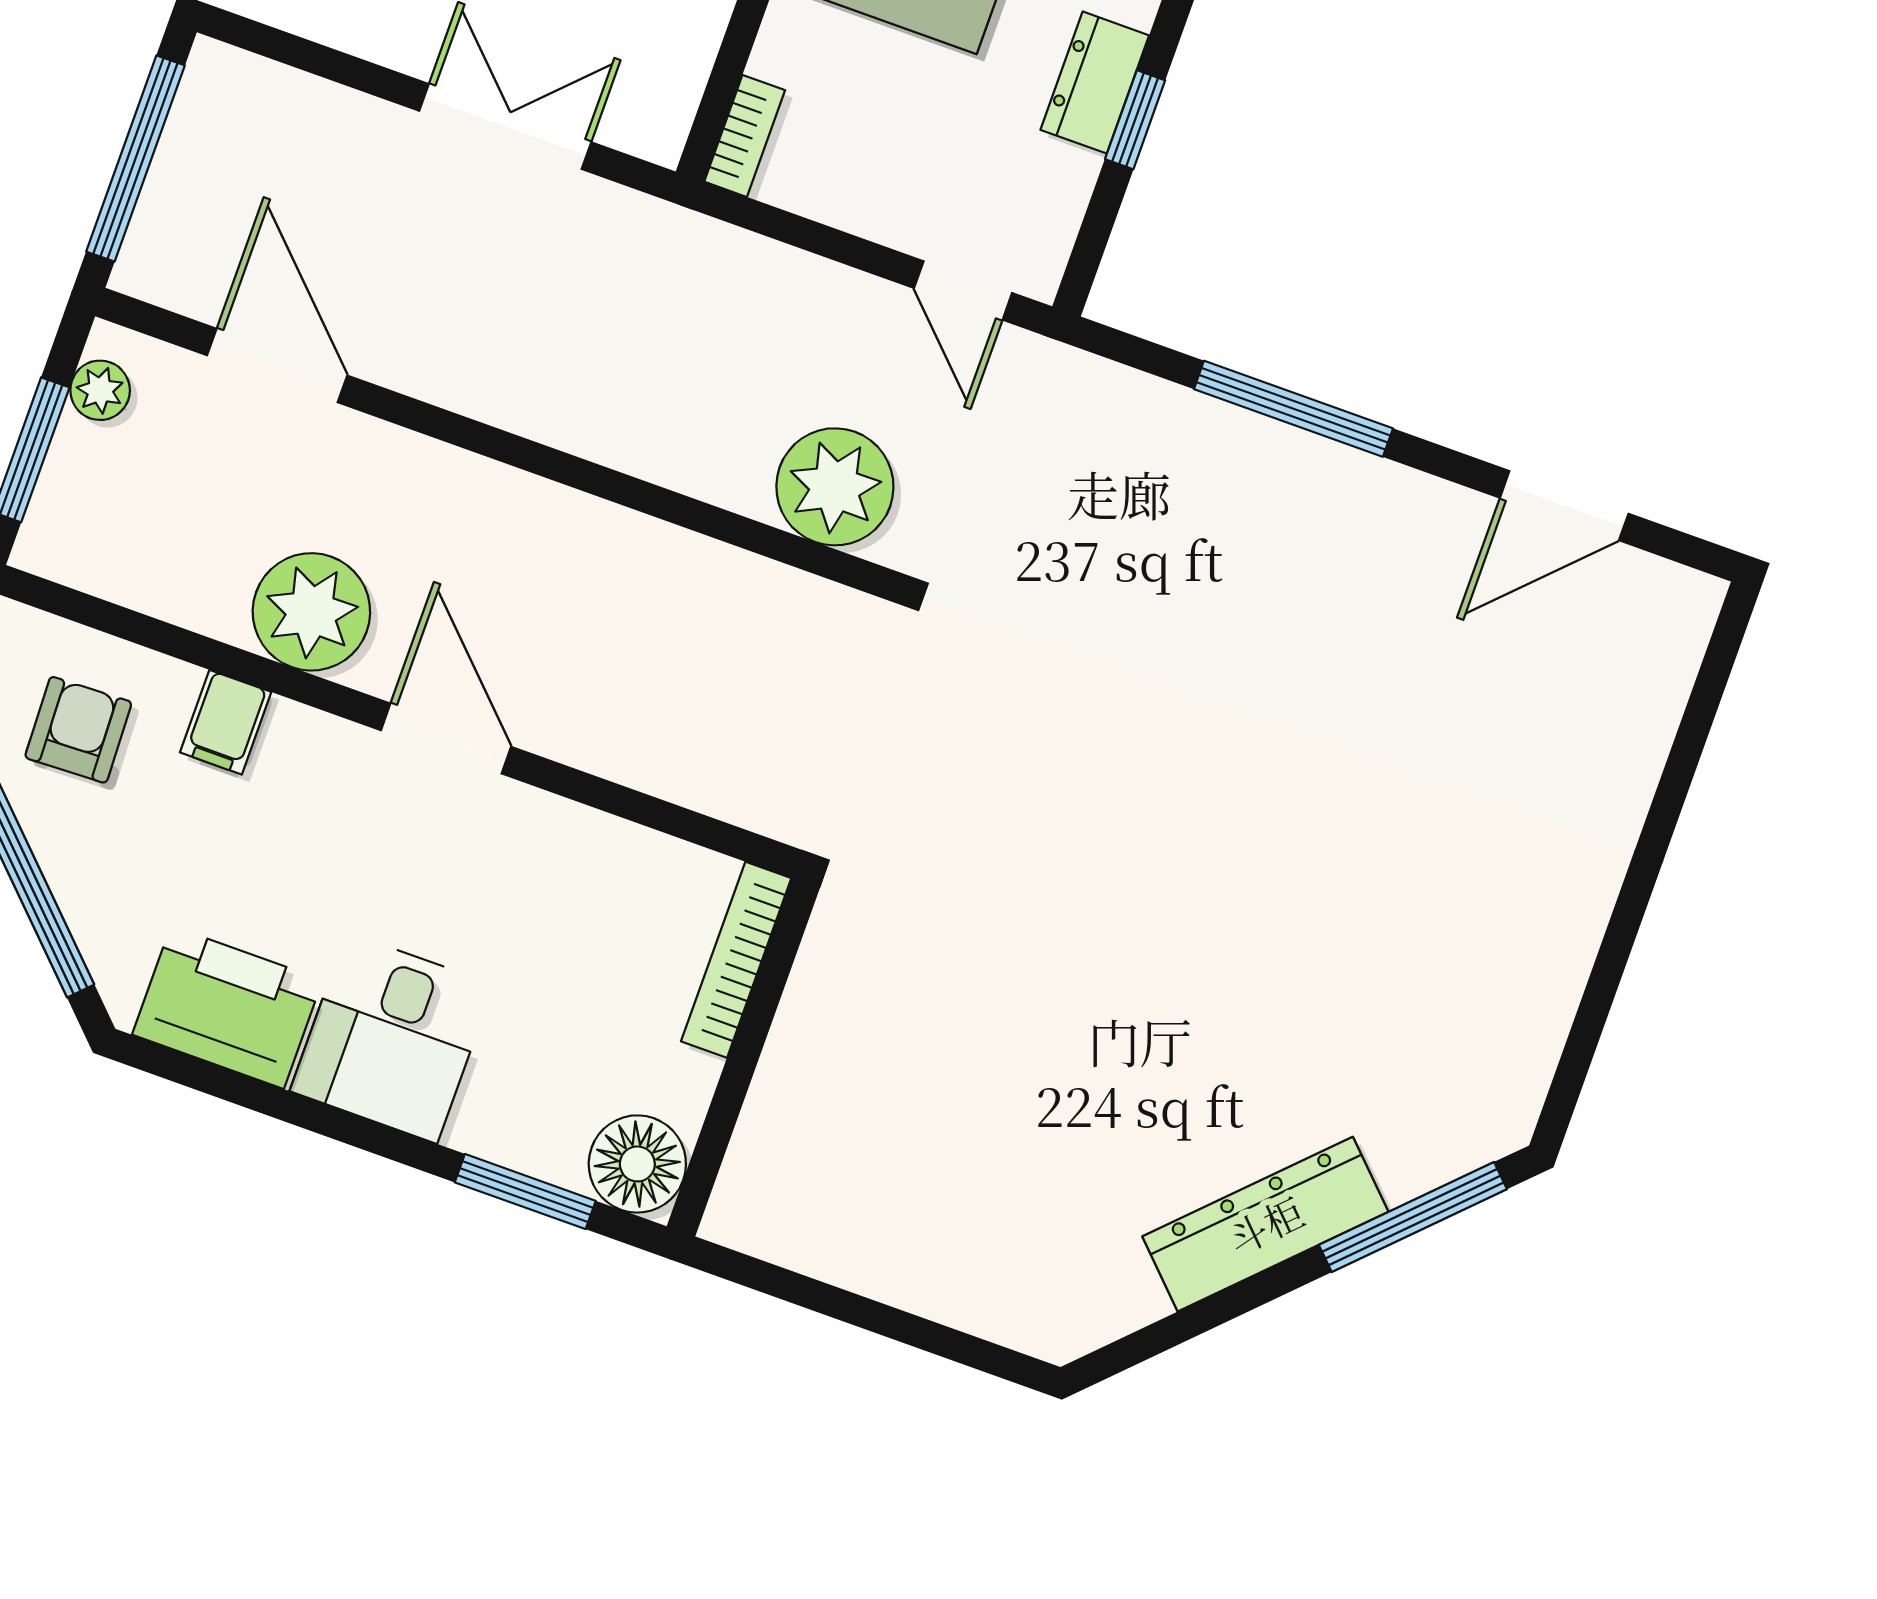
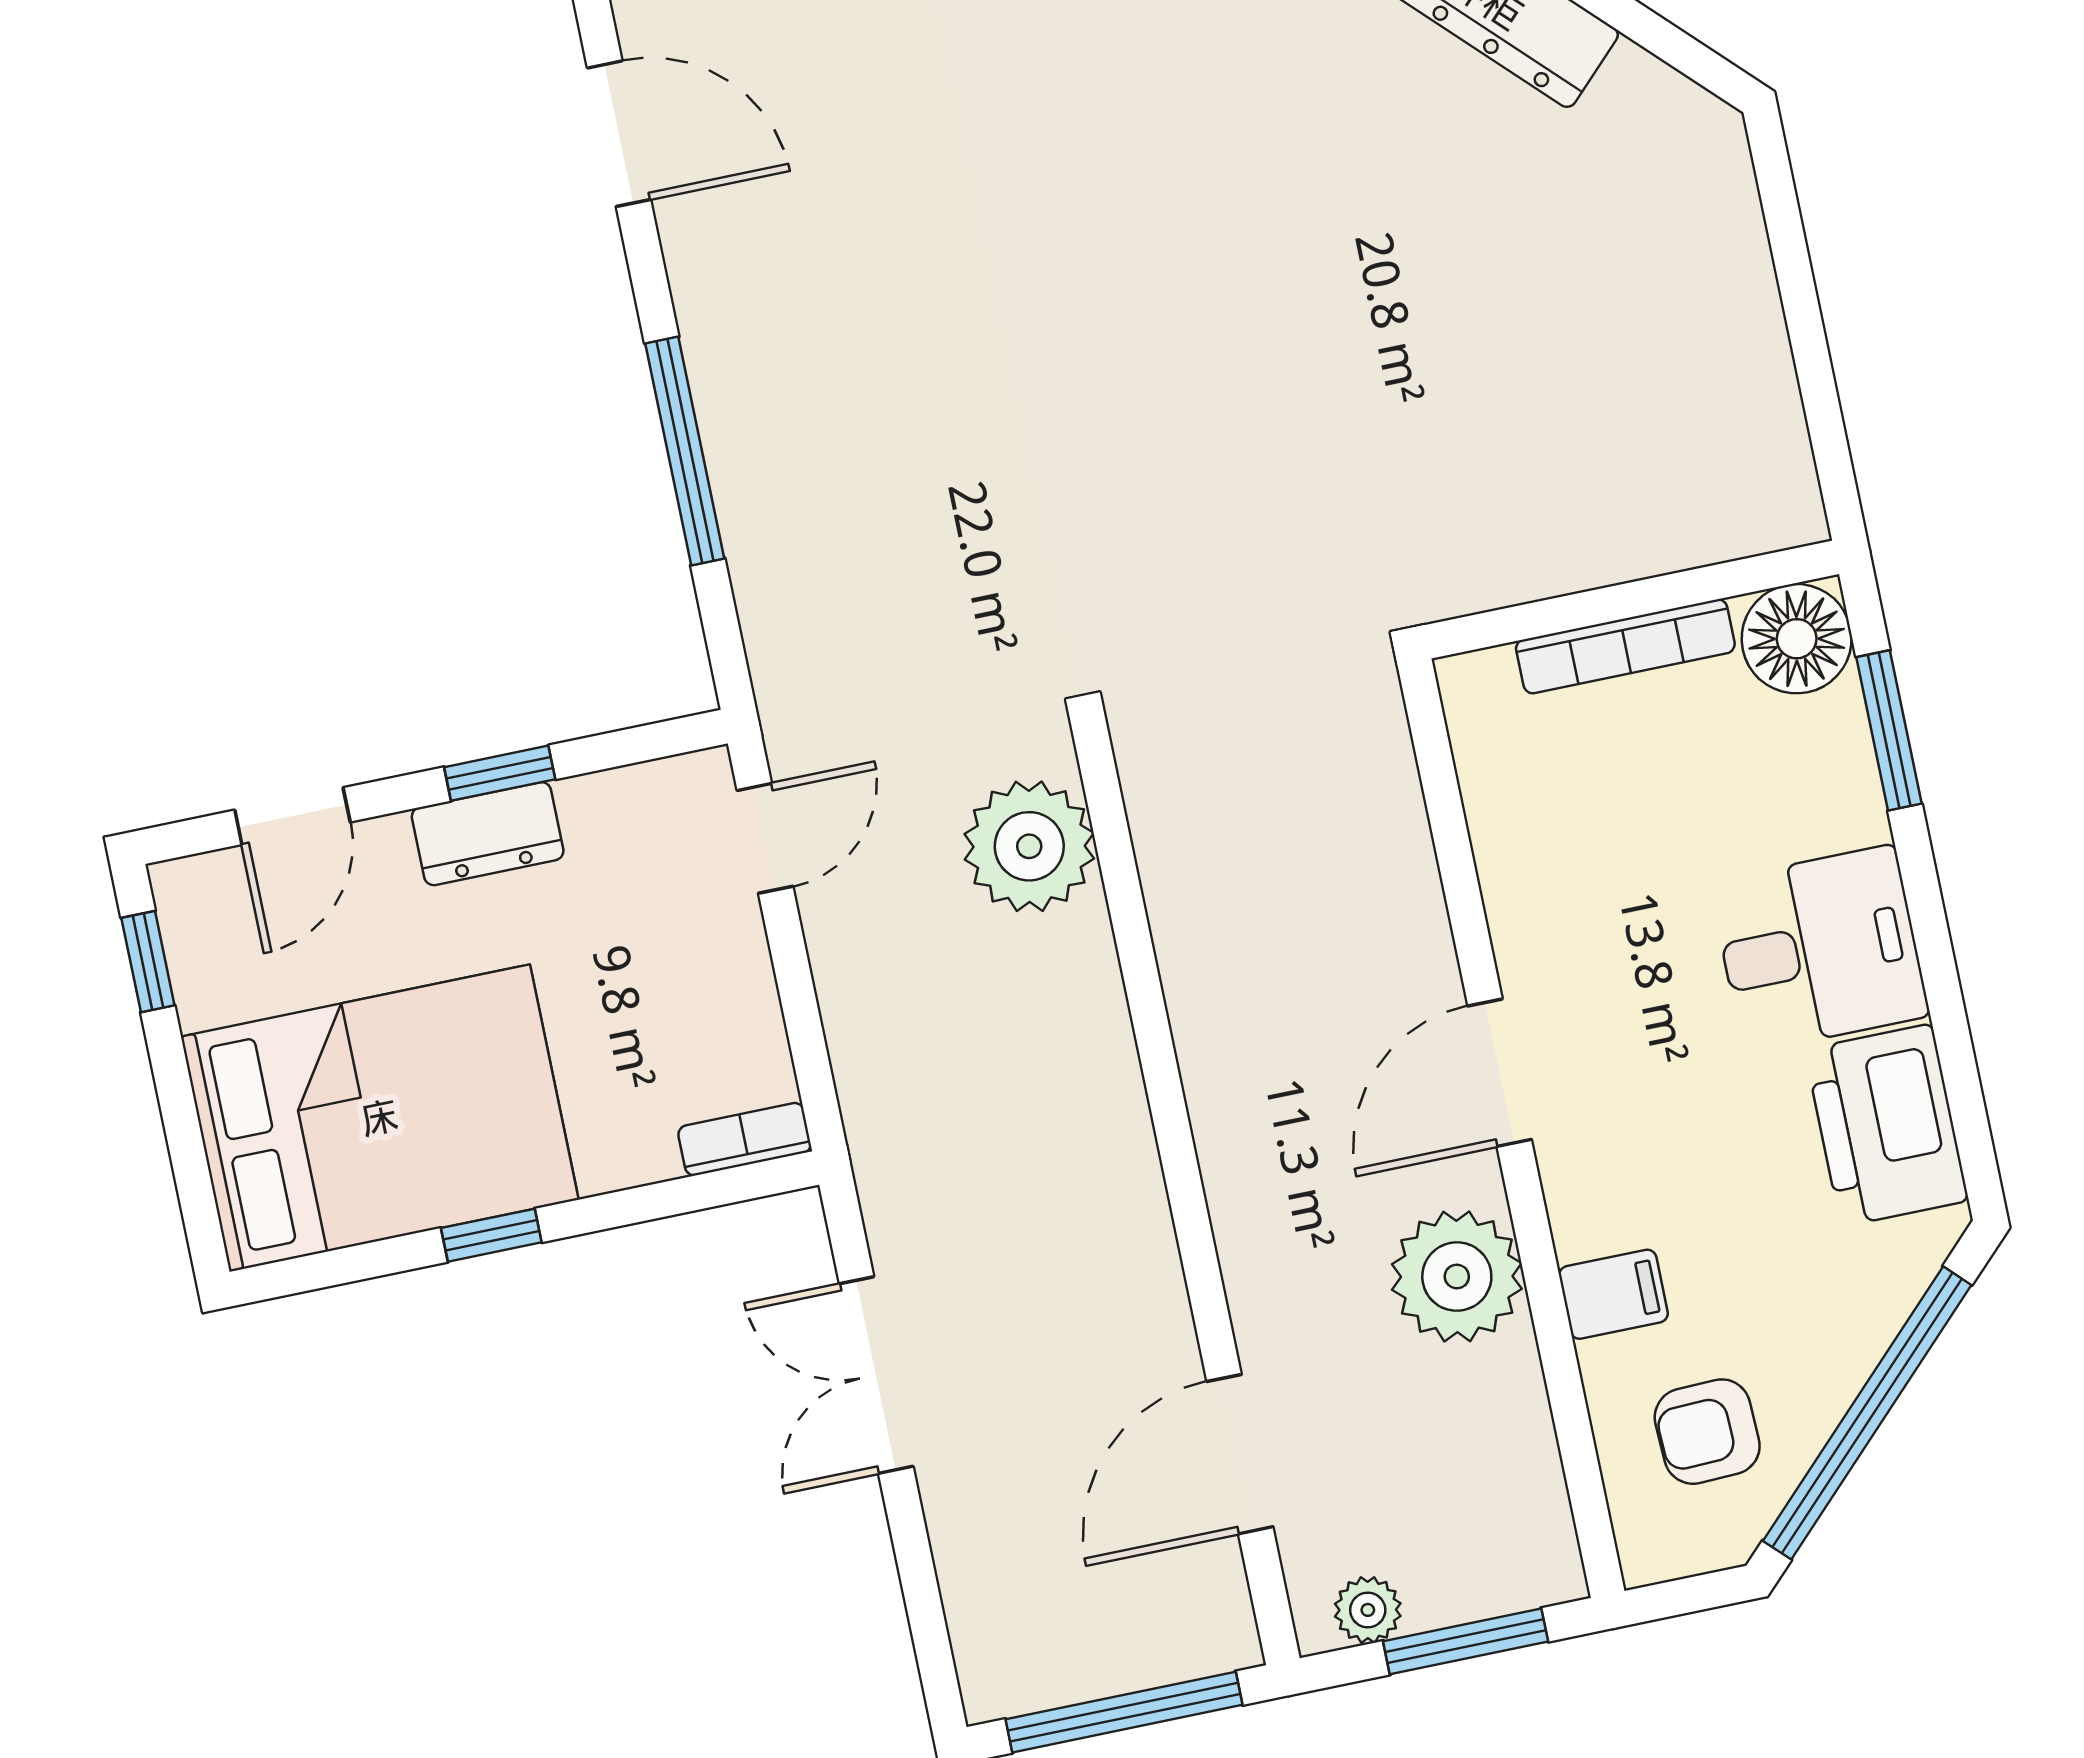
bookcase: (736, 960) -> (1625, 646), moved

